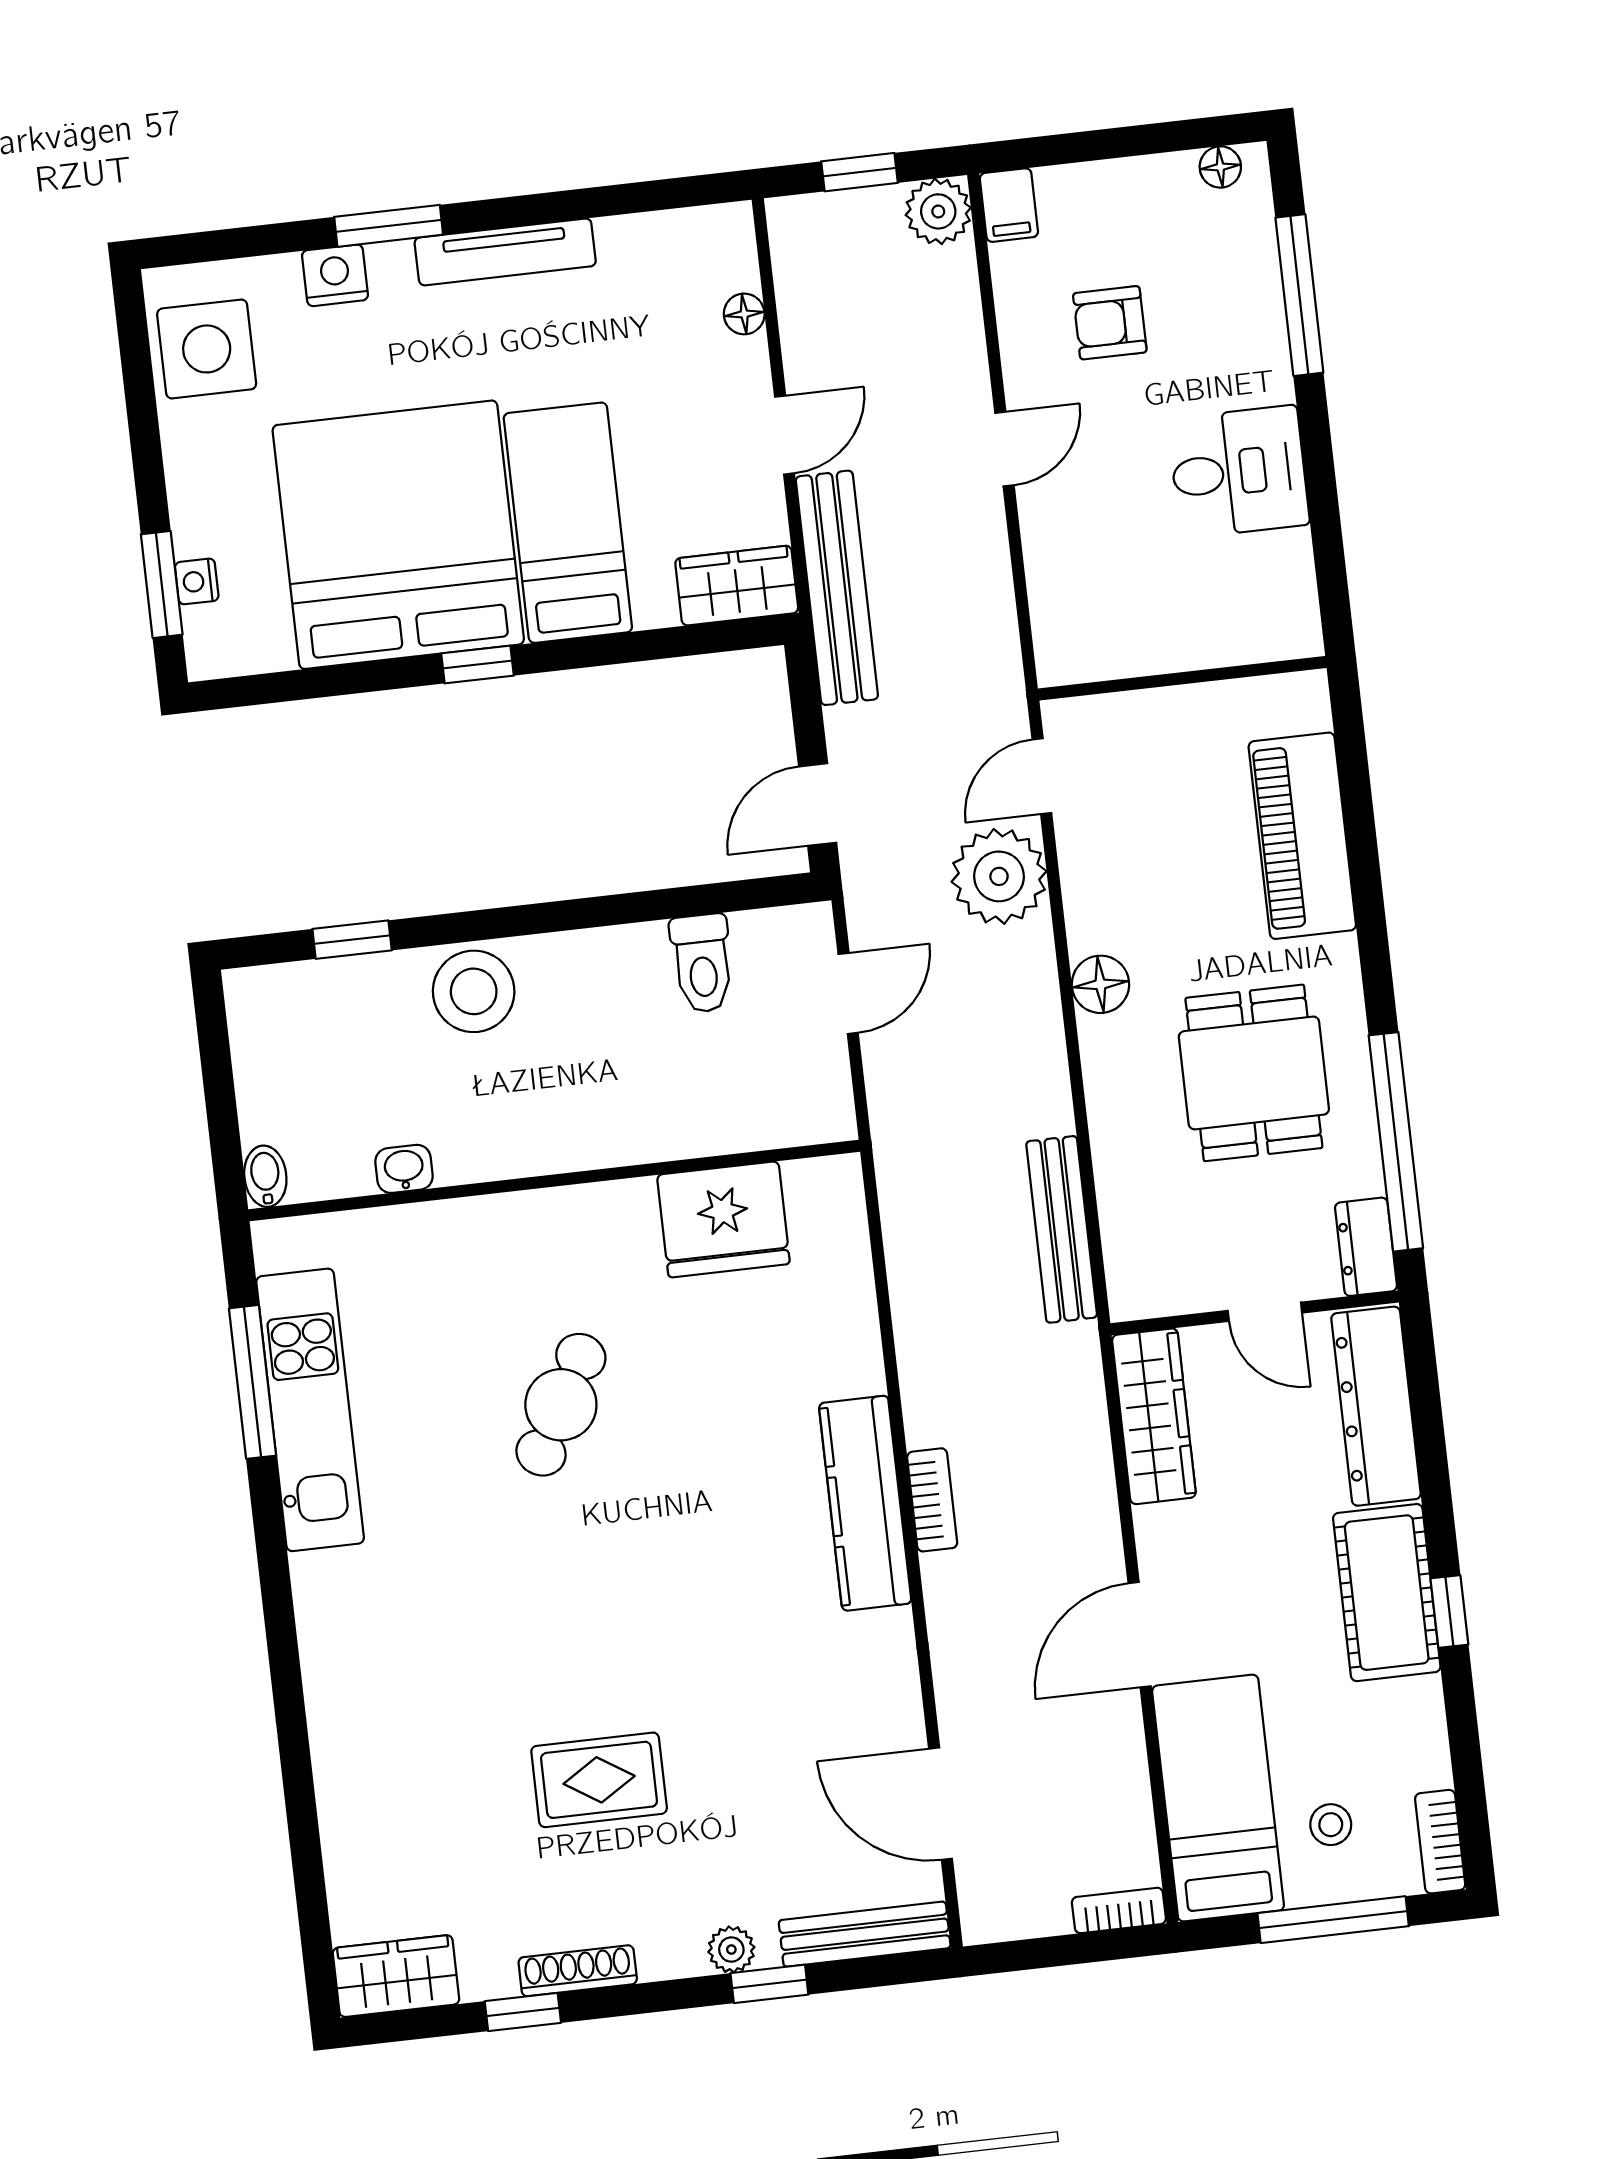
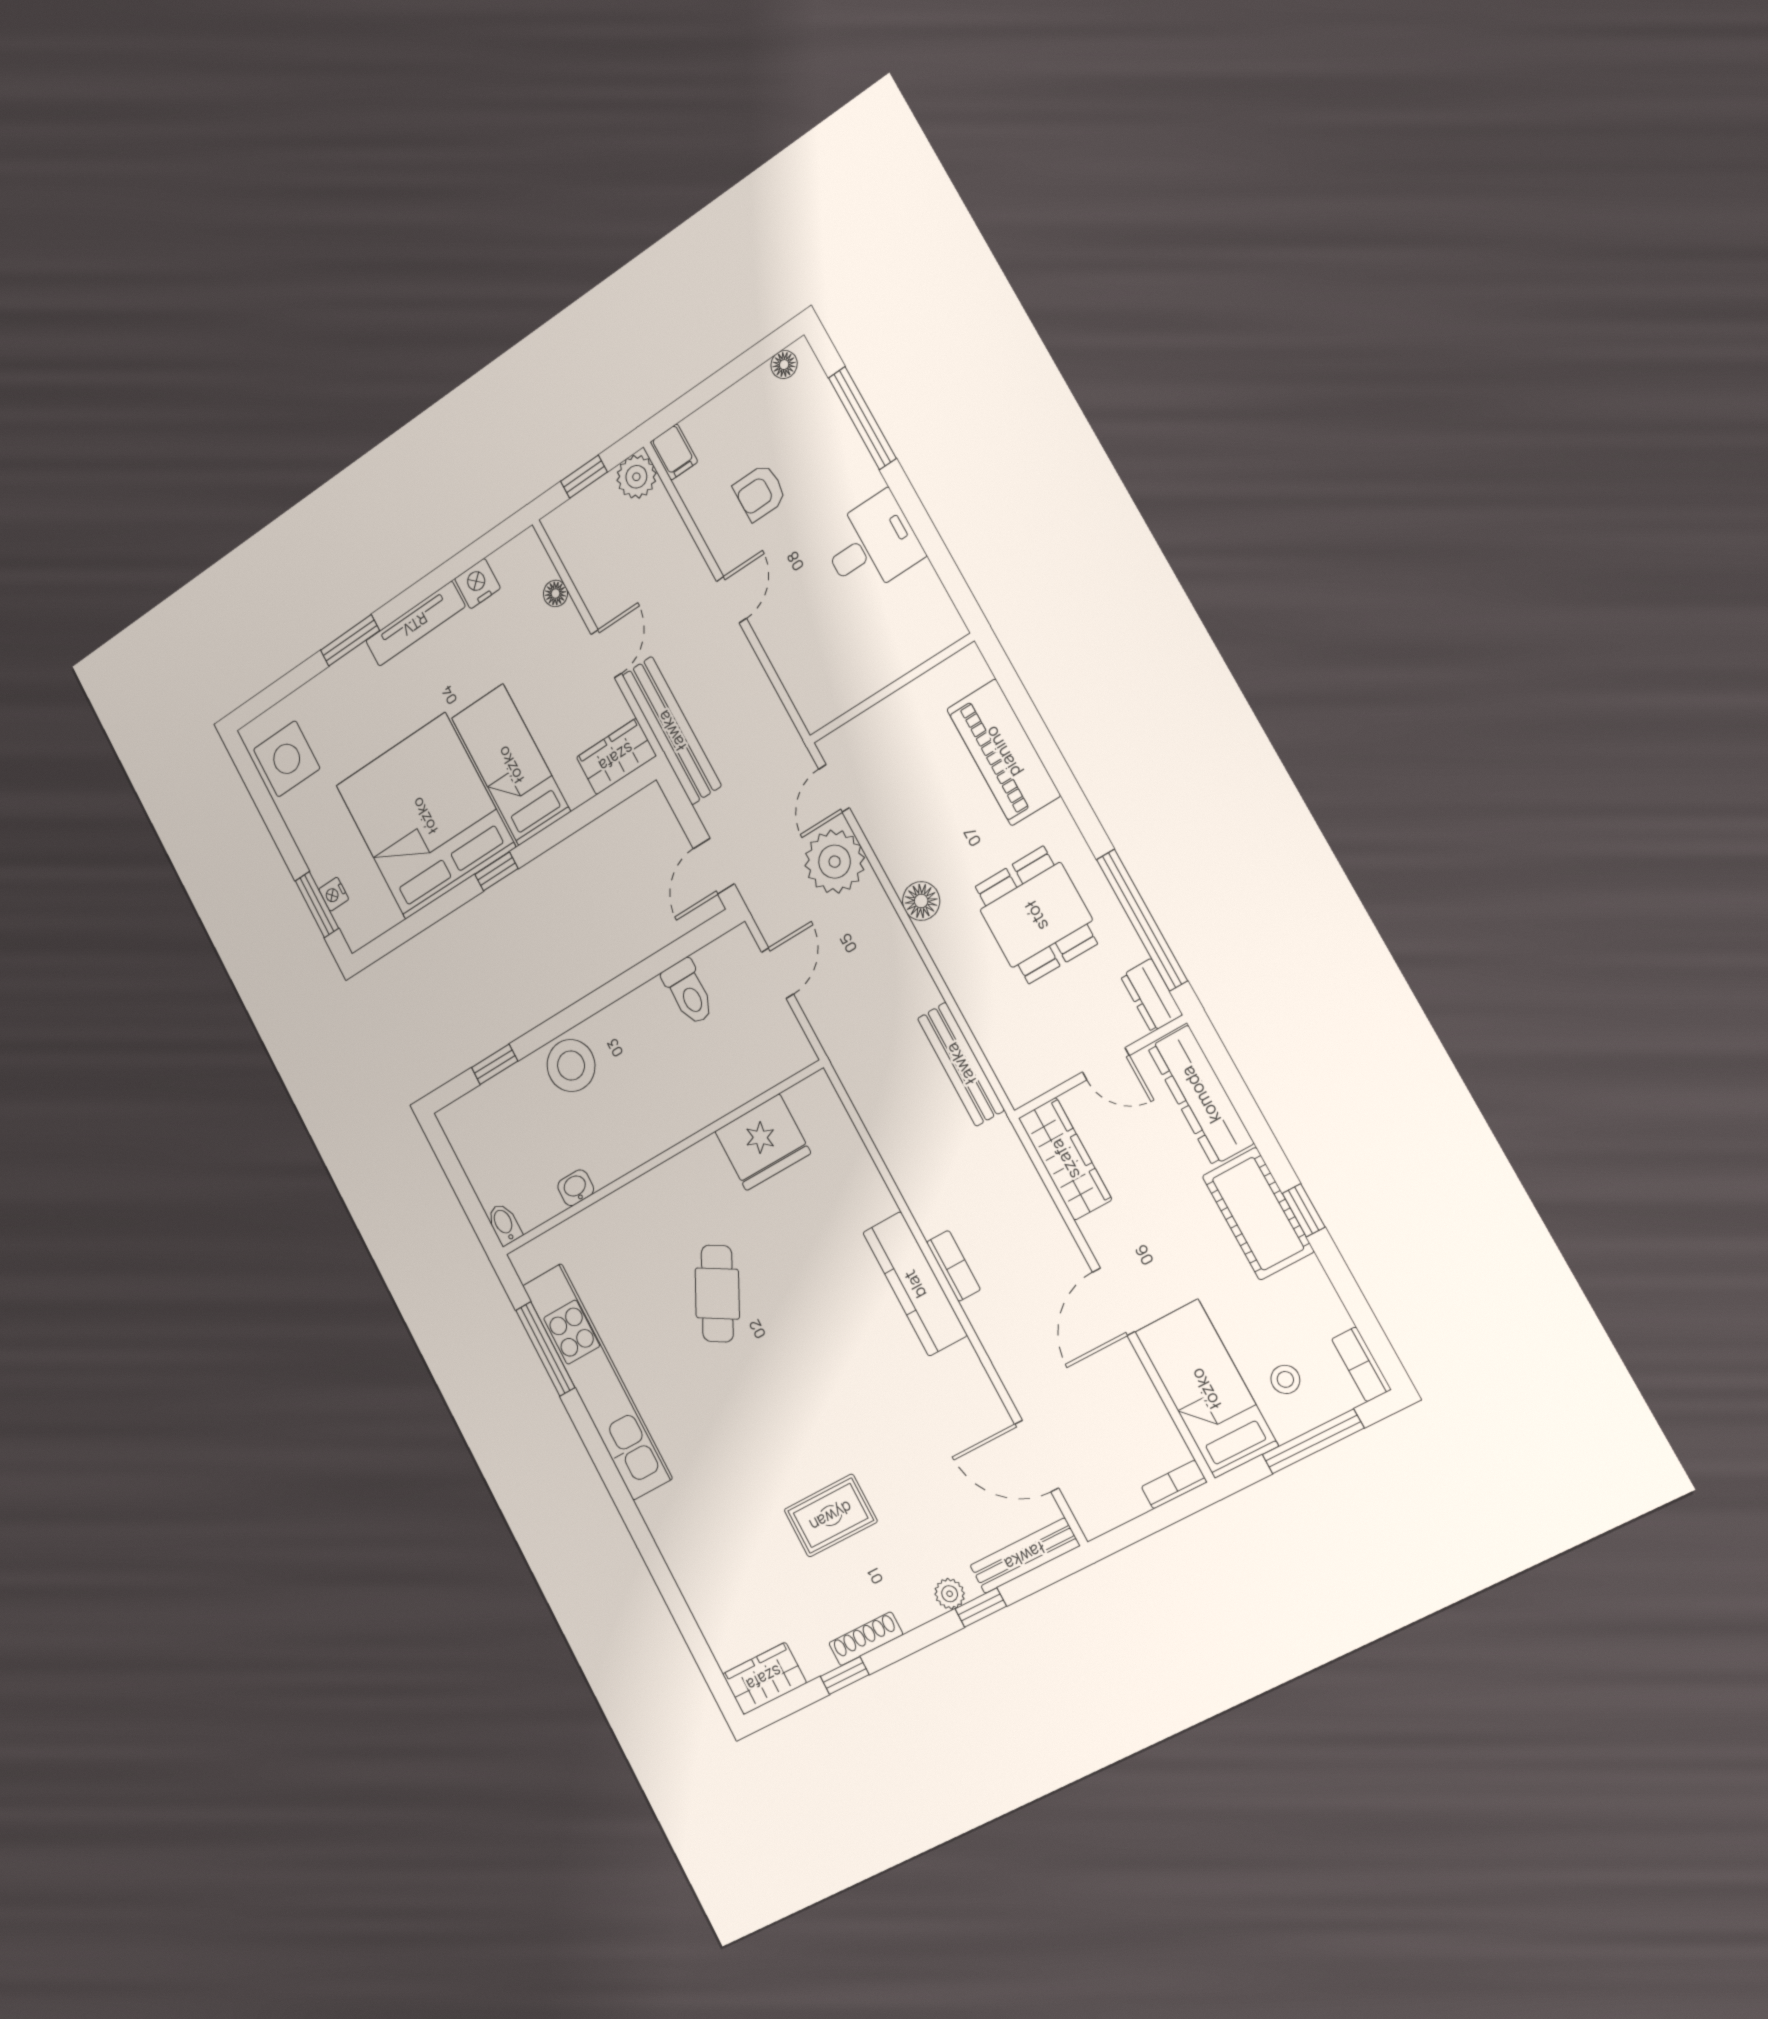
nightstand: (335, 275) -> (477, 584), moved
kitchen unit: (310, 1410) -> (597, 1382), width x1.36

